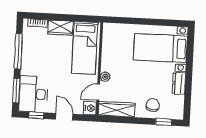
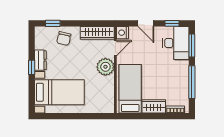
window: (189, 76) -> (32, 67), added
plant: (105, 77) -> (105, 67), width x1.88, depth x1.88

